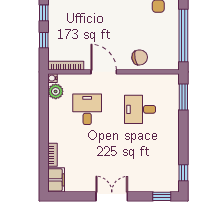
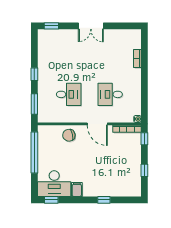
window: (44, 40) -> (144, 139), moved
plant: (56, 91) -> (135, 108), removed
desk: (87, 109) -> (110, 94), turned 90
window: (183, 173) -> (34, 74), moved
filing cabinet: (56, 180) -> (135, 39), removed

